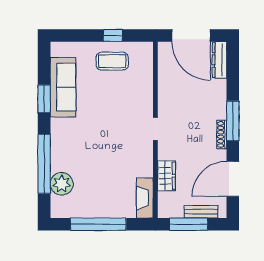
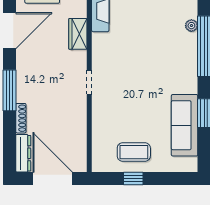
shoe rack: (222, 135) -> (21, 118), moved
plant: (62, 184) -> (191, 26), width x0.53, depth x0.53

